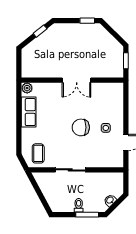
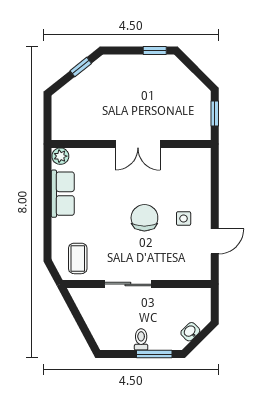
chair: (81, 127) -> (144, 218), turned 90

